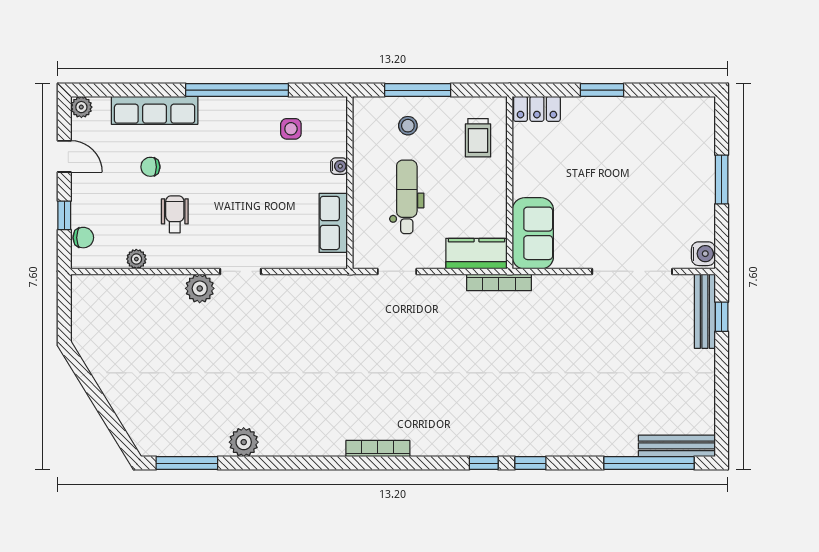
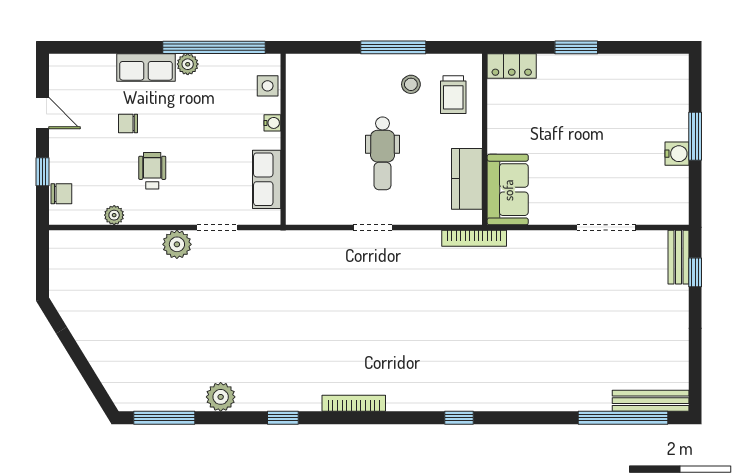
plant: (81, 107) -> (188, 64), moved
row of seats: (155, 110) -> (146, 68), width x0.68
stool: (408, 126) -> (411, 84), moved
water cooler: (339, 166) -> (272, 123), moved
wall: (350, 183) -> (283, 139), moved
dental chair: (407, 197) -> (383, 153), turned 180
row of seats: (333, 223) -> (267, 179), moved
kitchen counter: (476, 254) -> (467, 179), moved, turned -90
water cooler: (703, 254) -> (677, 154), moved
doorway: (632, 271) -> (606, 227), width x0.73
bench: (705, 311) -> (678, 257), width x0.73
window: (530, 463) -> (283, 418), moved

